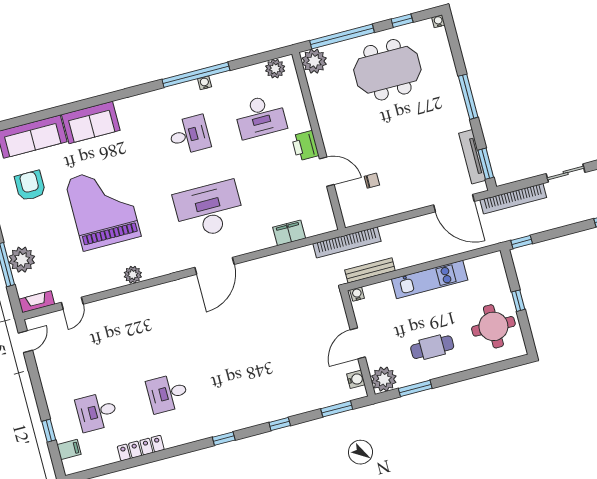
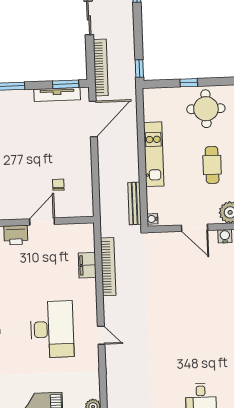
desk: (209, 210) -> (52, 329), turned 180
bookcase: (347, 242) -> (108, 267), moved
door: (215, 266) -> (101, 335), width x0.53

